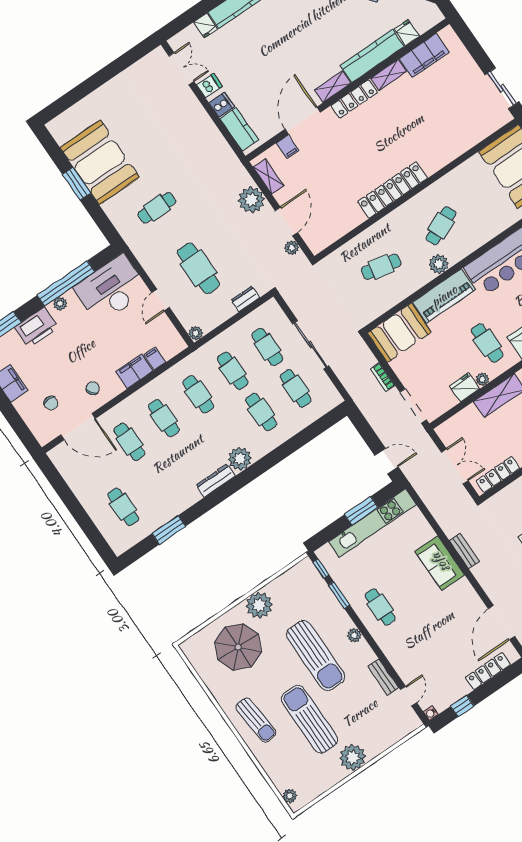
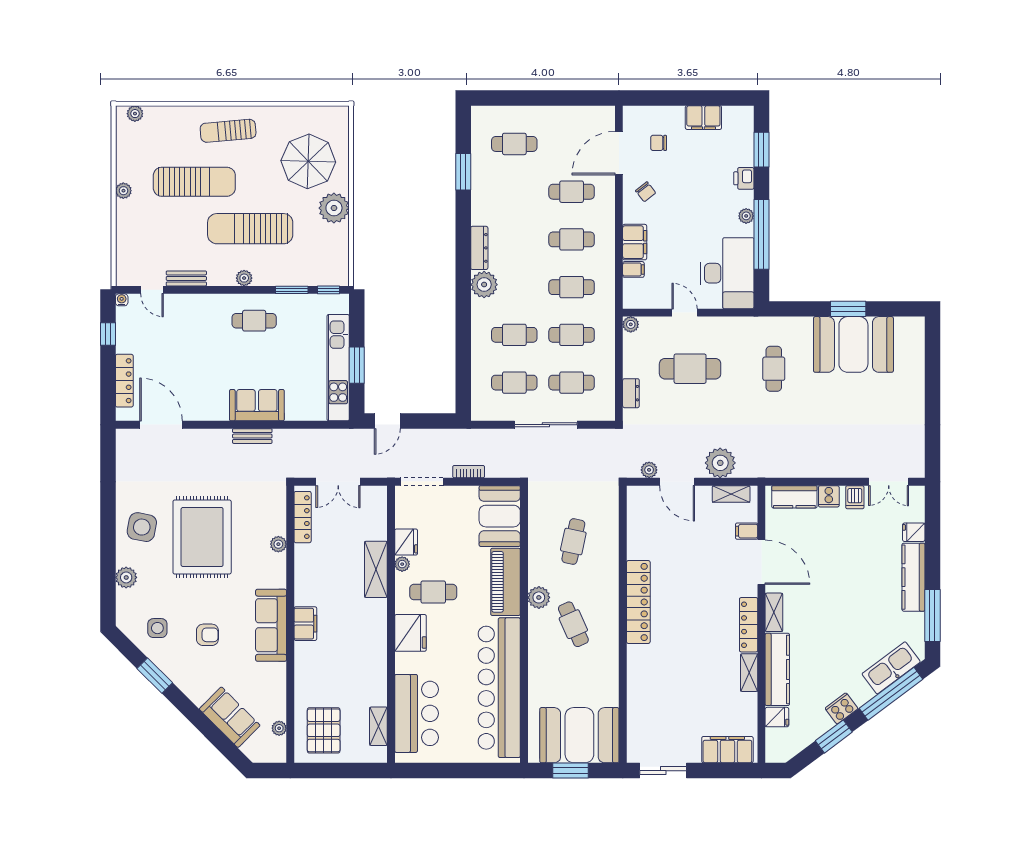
filing cabinet: (424, 55) -> (727, 750), moved, turned 90
printer: (37, 327) -> (744, 178), width x0.53, depth x0.68
plant: (353, 757) -> (123, 191), width x0.53, depth x0.53

